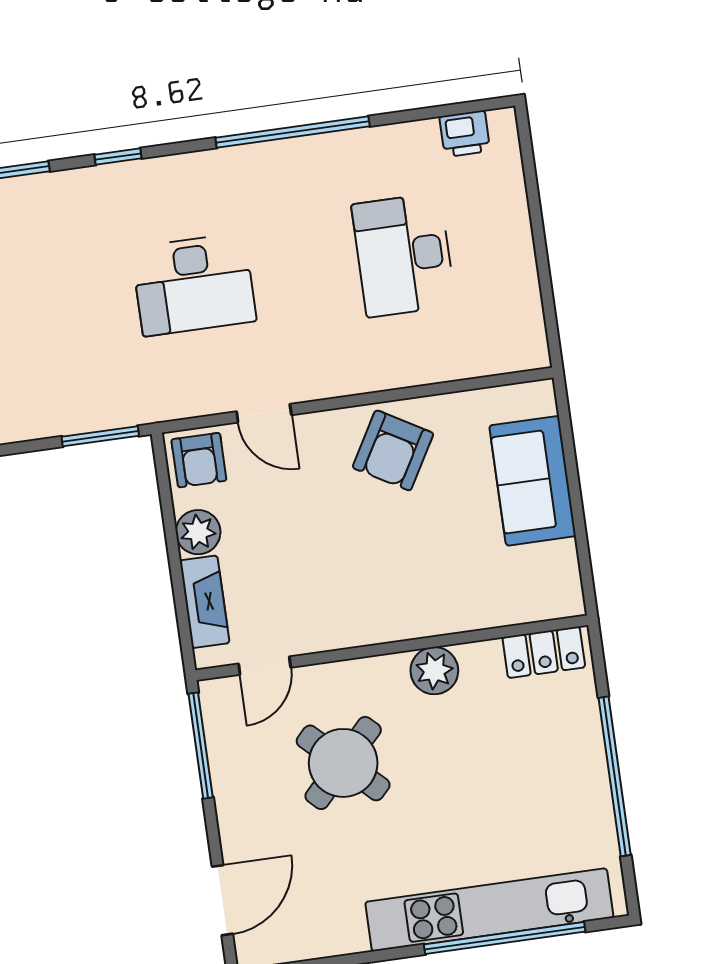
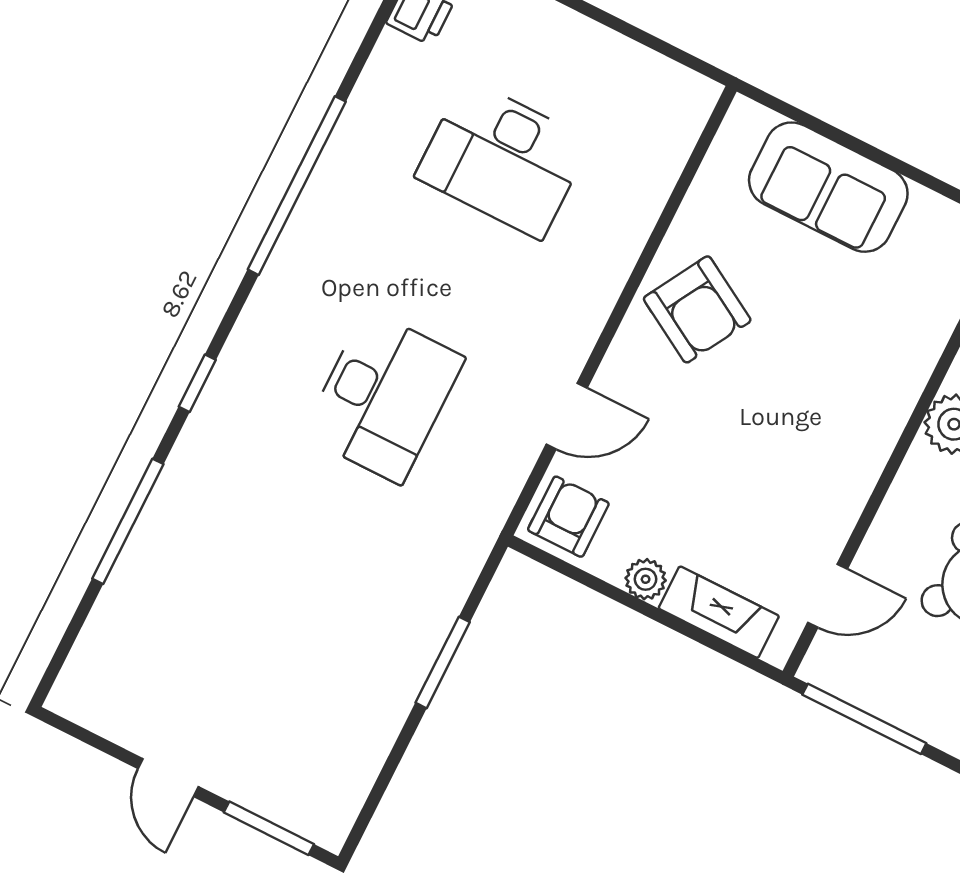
window: (100, 436) -> (443, 662), moved
armchair: (199, 460) -> (568, 517), turned -90
plant: (198, 532) -> (646, 579), width x0.73, depth x0.73
door: (265, 666) -> (828, 596), hinge flipped

